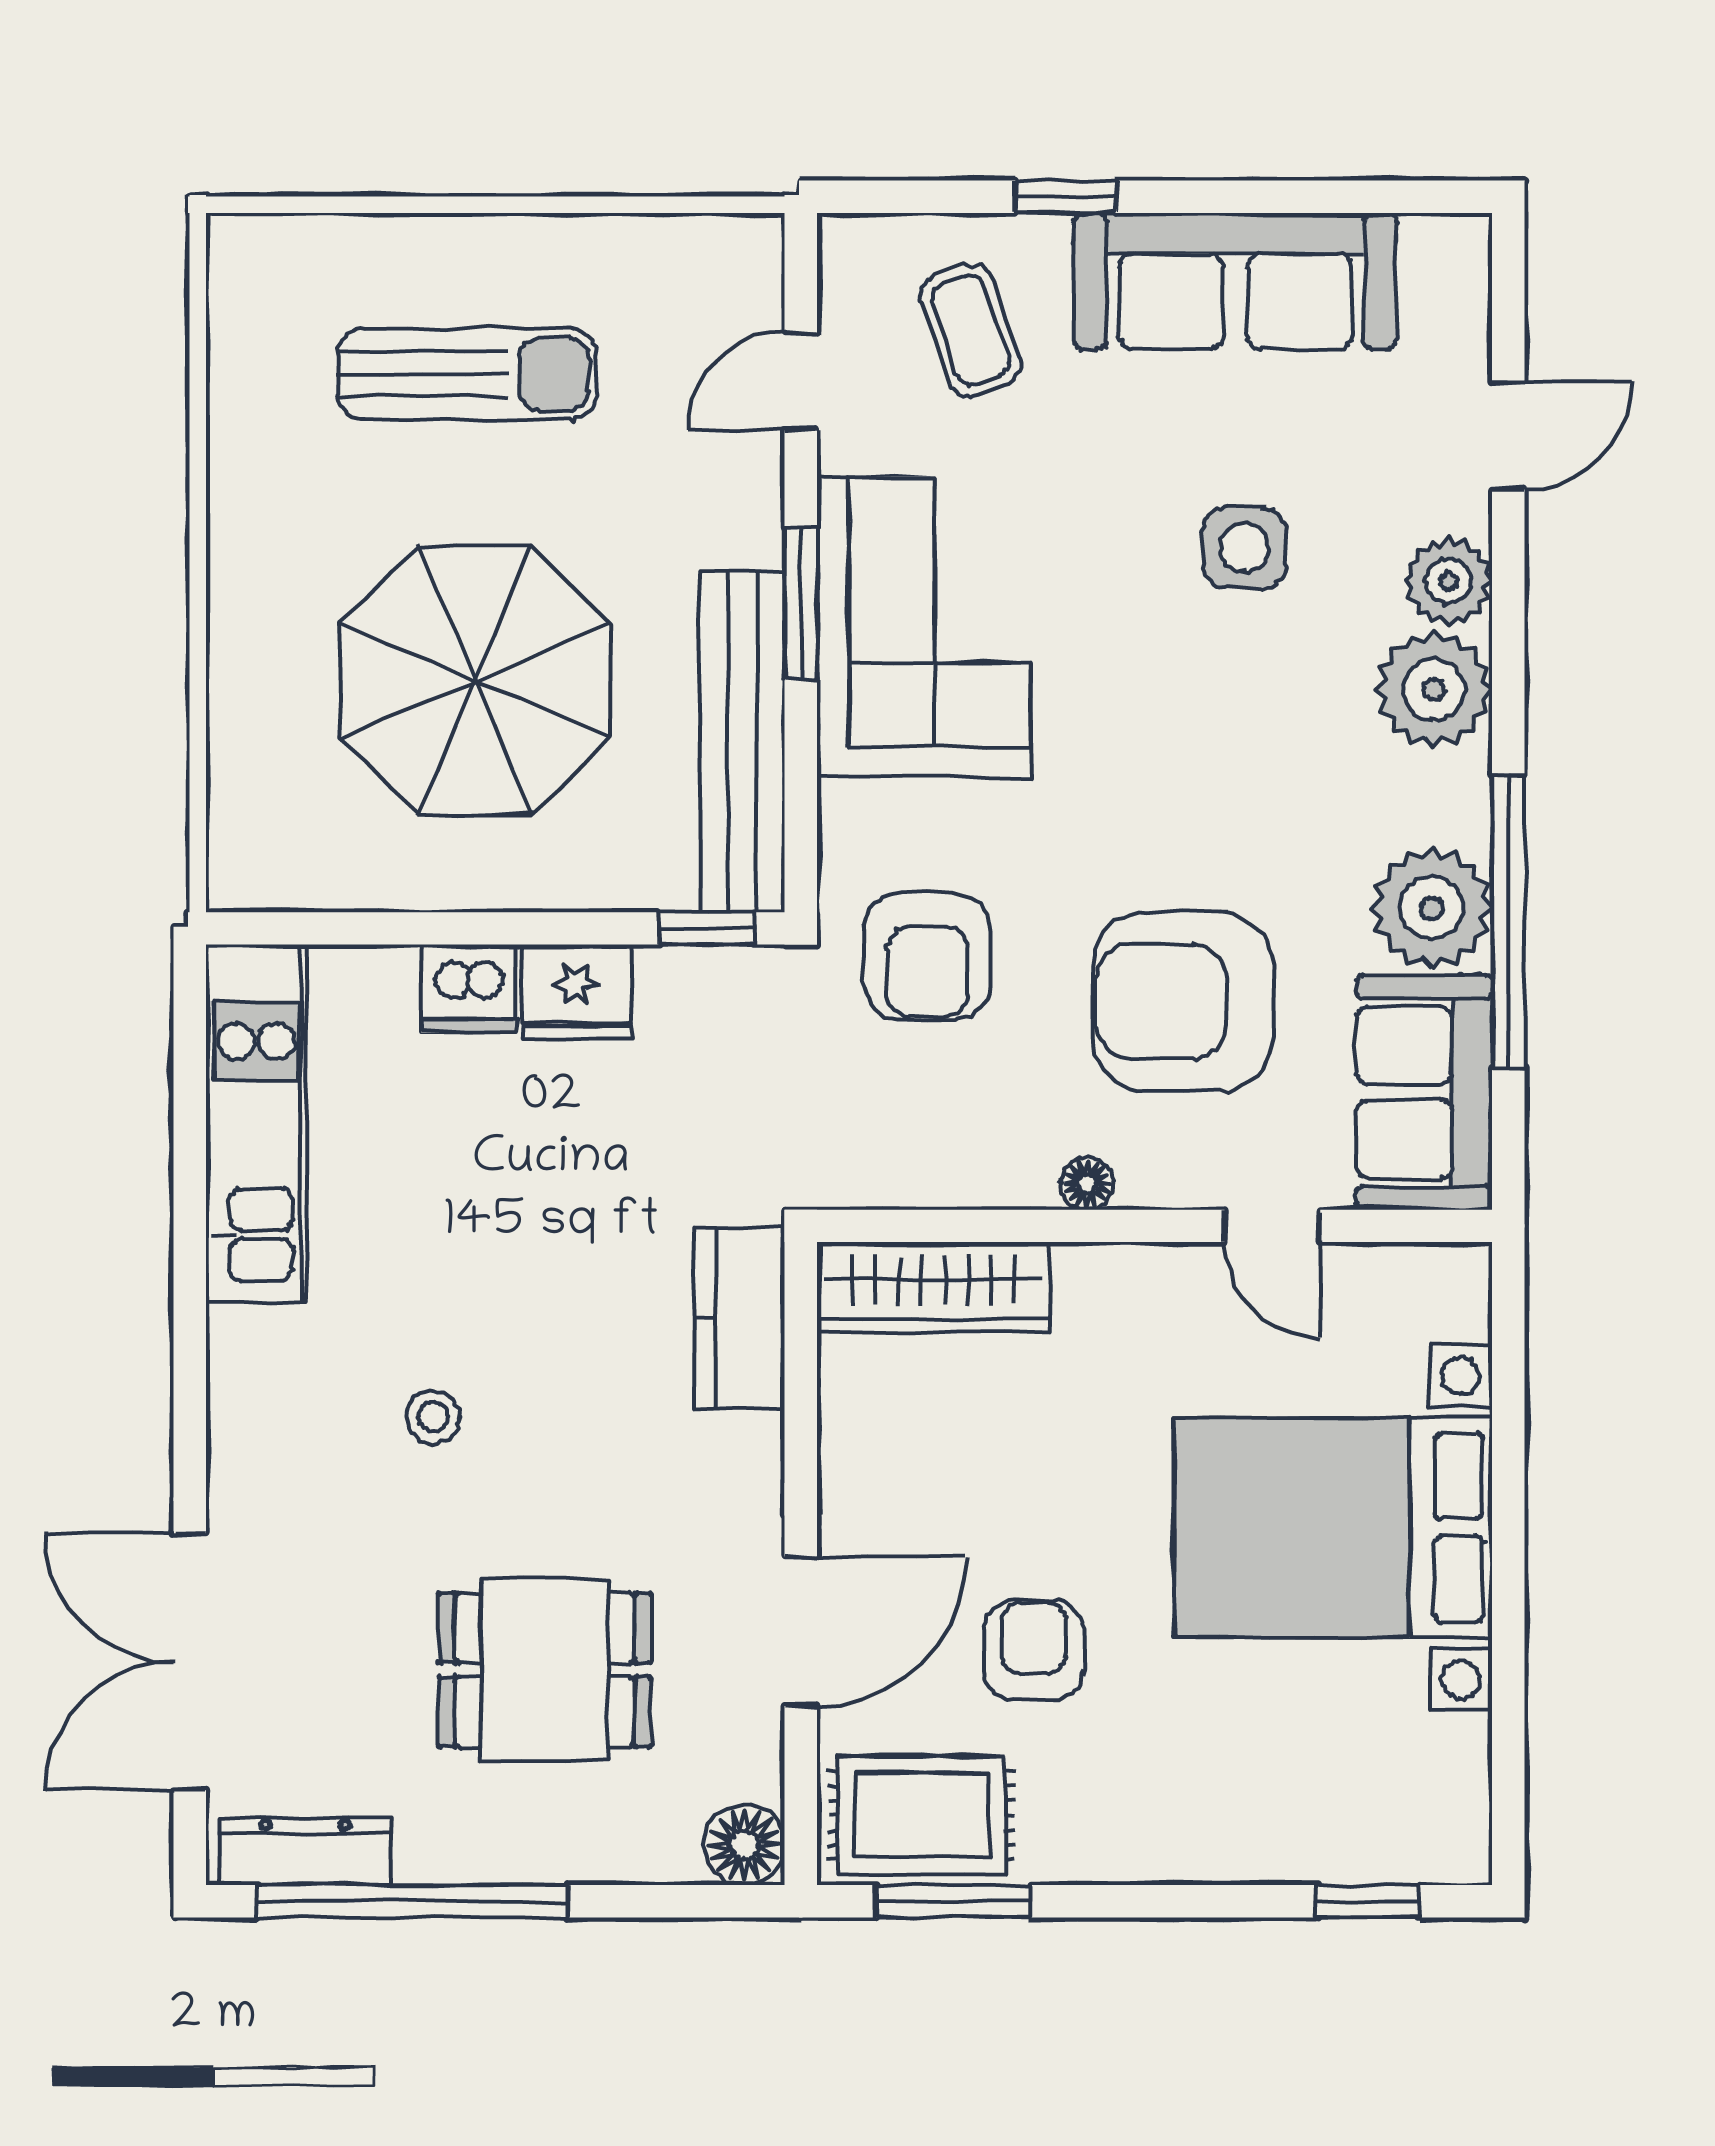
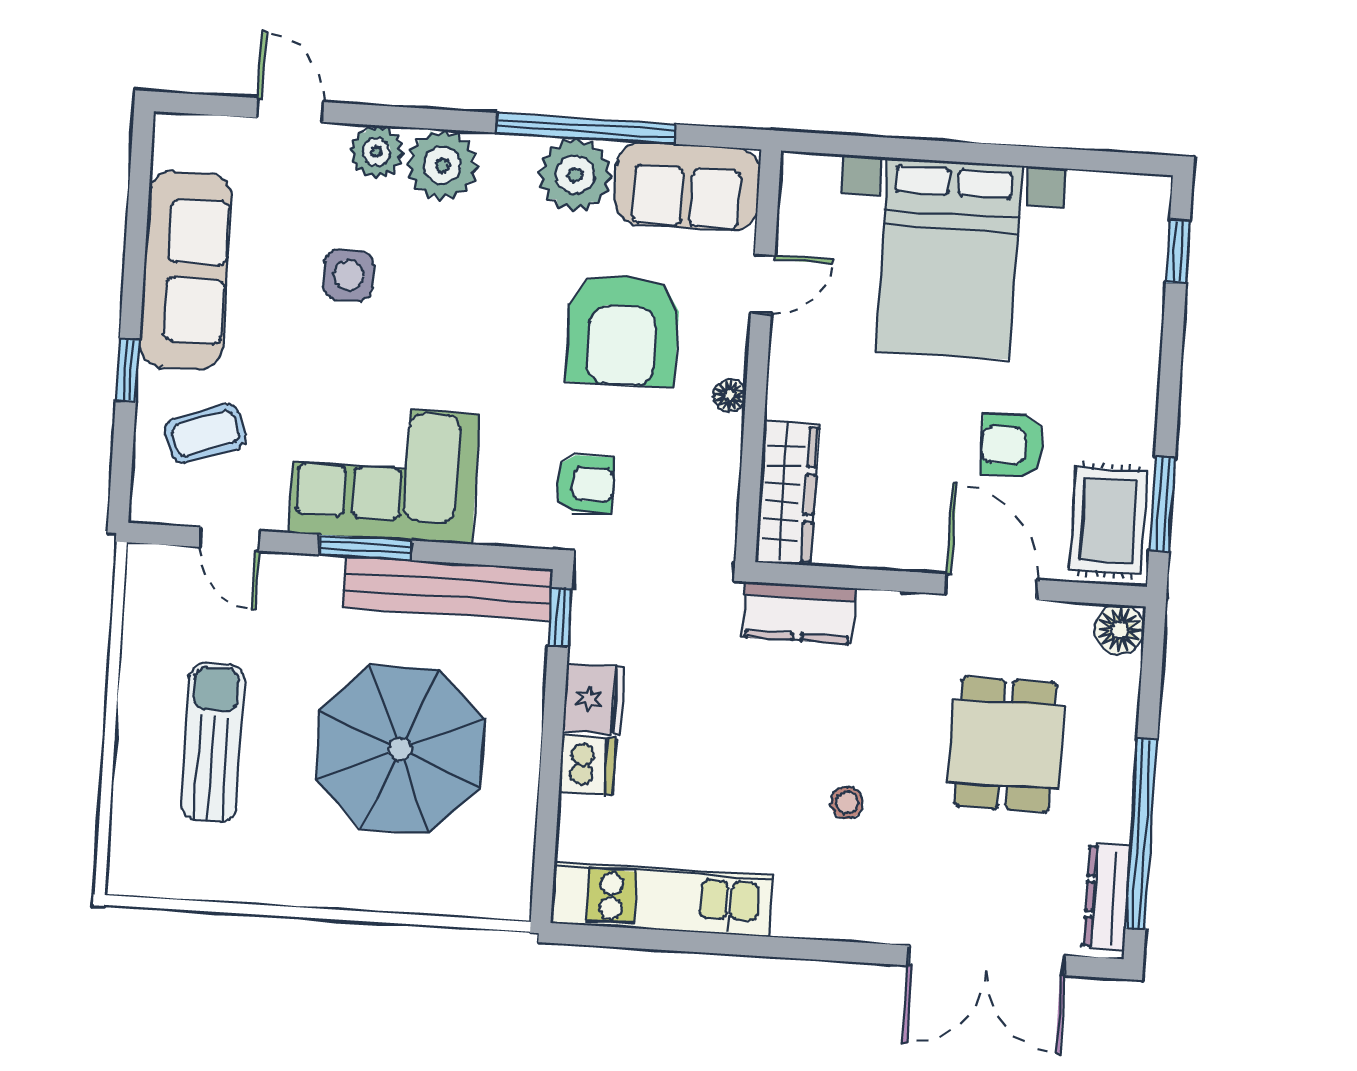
armchair: (927, 956) -> (585, 484), width x0.72, depth x0.72

